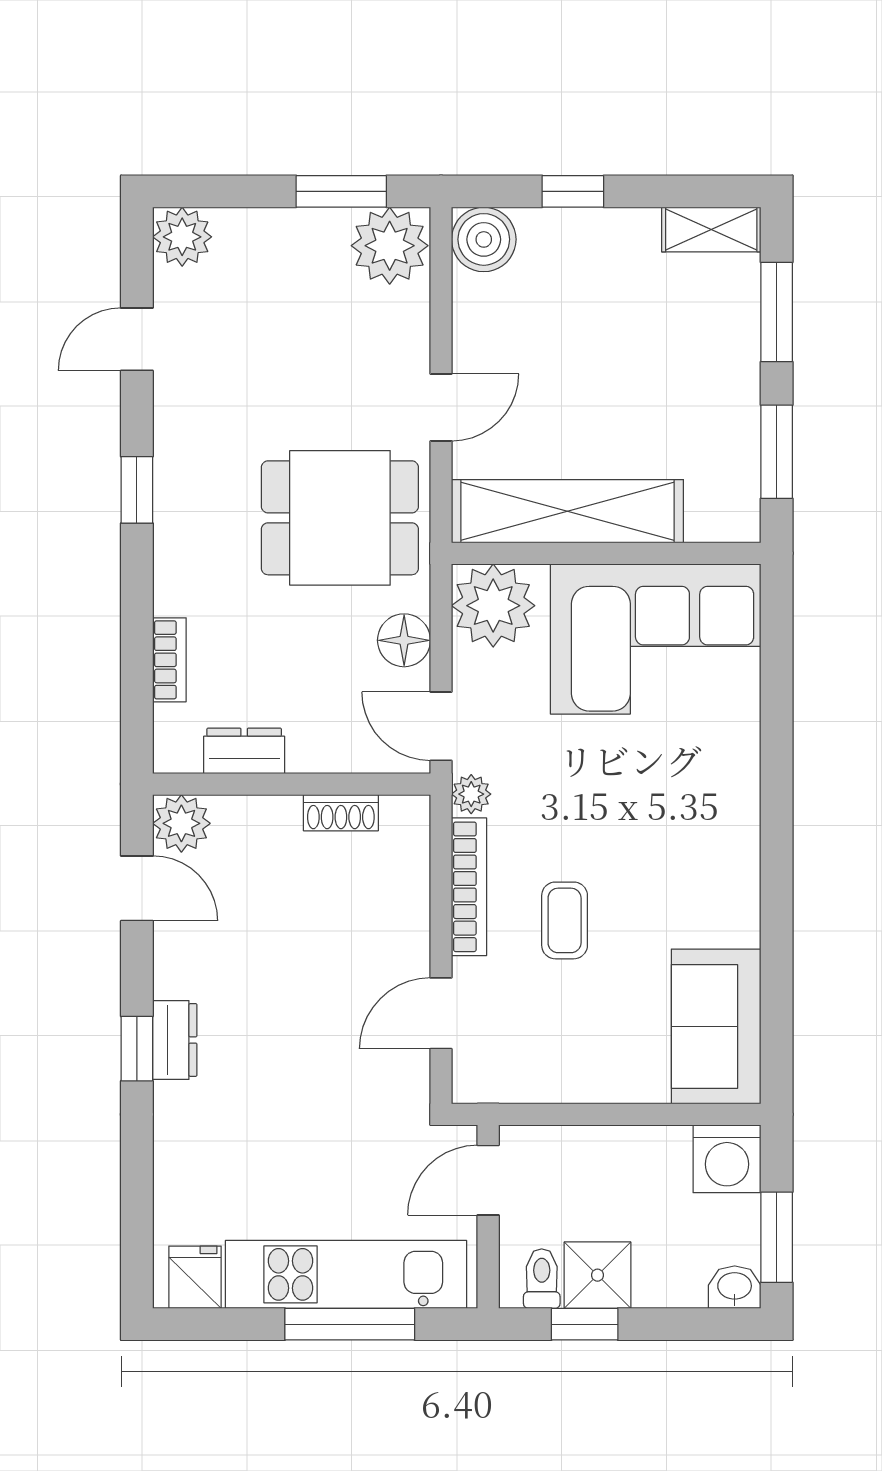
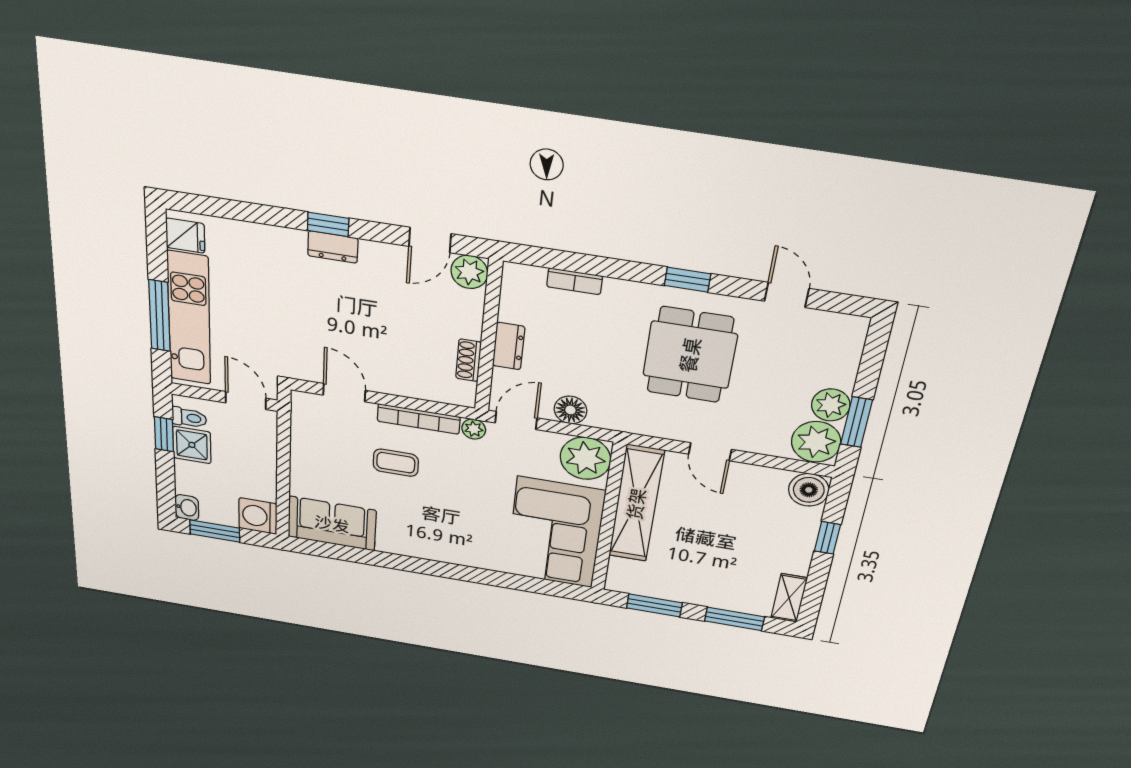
plant: (182, 237) -> (831, 405), moved
dining table: (340, 518) -> (690, 355), moved
dresser: (244, 751) -> (509, 346), moved

